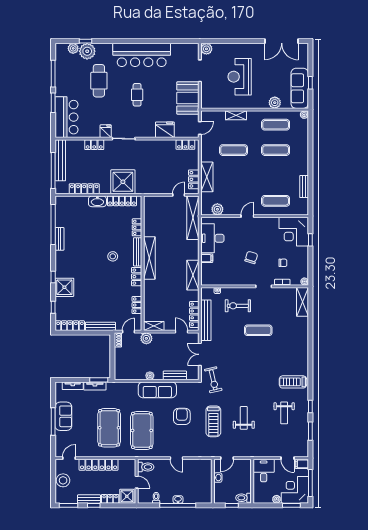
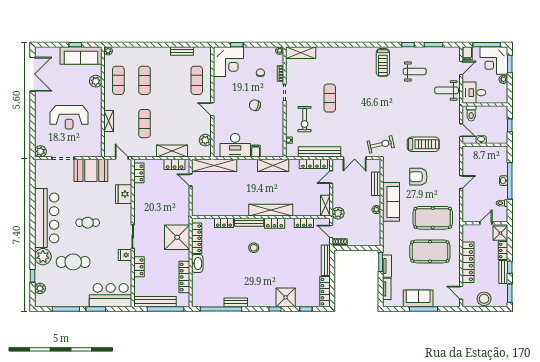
plant: (87, 51) -> (43, 257), moved
shelving: (149, 258) -> (271, 210), moved
weight bench: (244, 418) -> (447, 90), moved
toilet: (146, 467) -> (470, 214), removed
toilet: (243, 498) -> (471, 113), moved

